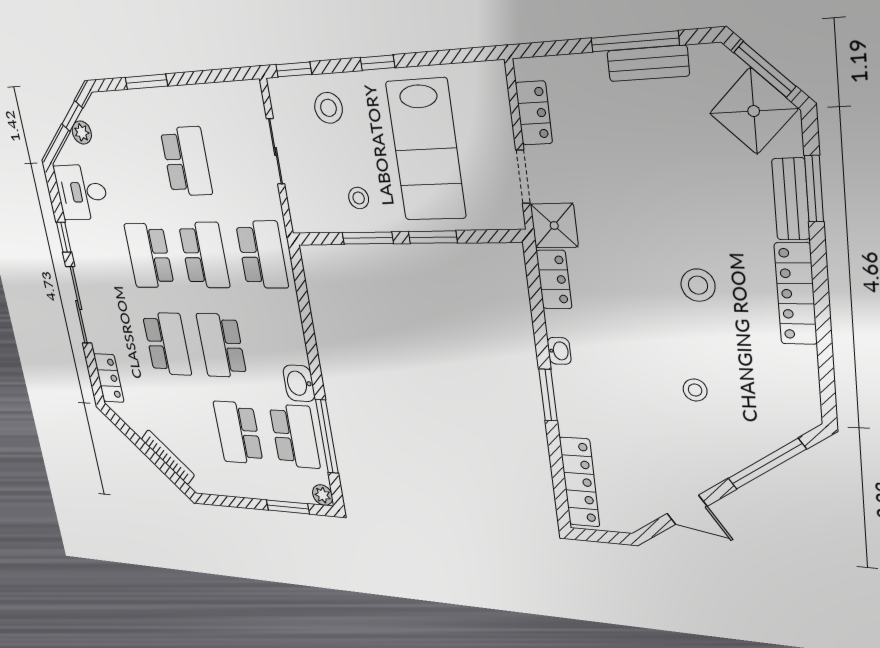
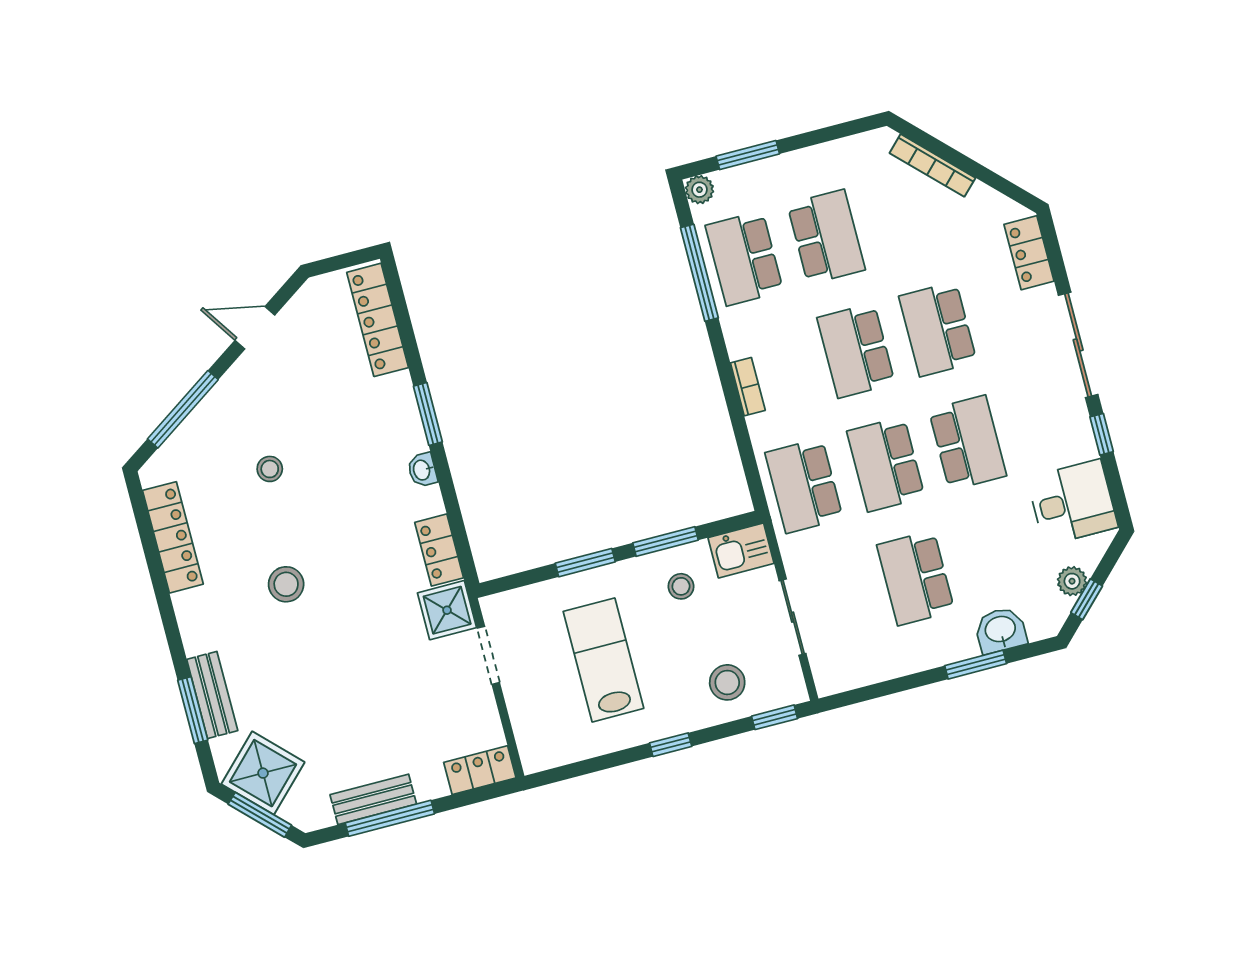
locker: (534, 113) -> (480, 770), moved, turned 90
lab bench: (426, 150) -> (603, 660), width x0.73, depth x0.72
kitchen sink: (311, 216) -> (741, 551), added
locker: (796, 294) -> (173, 537), moved
bookcase: (298, 342) -> (748, 387), added
school desk: (221, 345) -> (856, 351), turned 180
washbasin: (299, 383) -> (1001, 630), moved, turned -90

